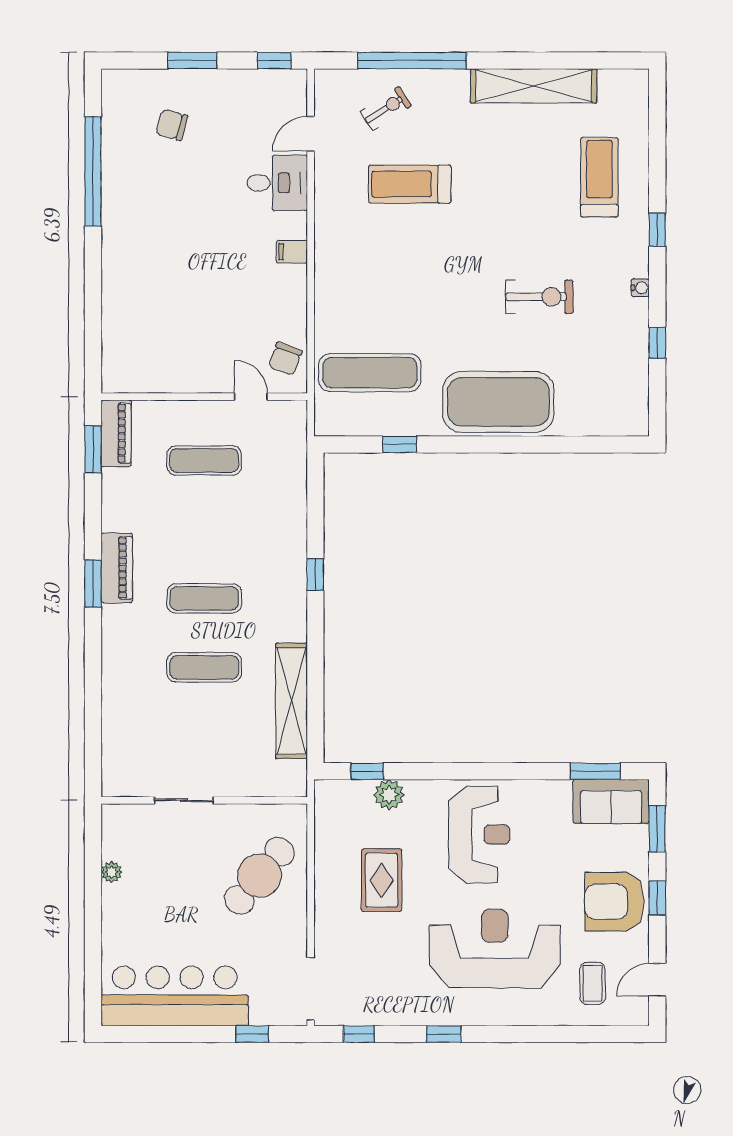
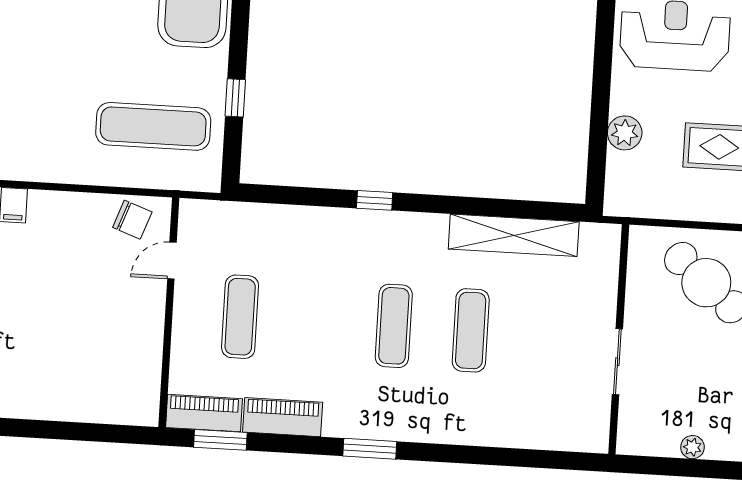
exercise mat: (370, 373) -> (153, 126), turned 90
piano: (117, 568) -> (283, 417), moved
window: (367, 771) -> (597, 156), removed

